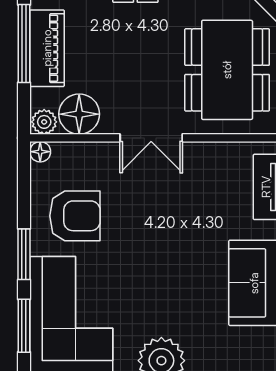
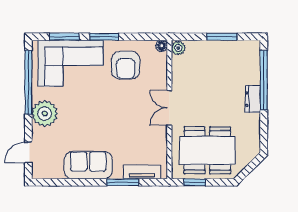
window: (24, 44) -> (222, 37), width x0.69
piano: (47, 48) -> (219, 50), removed
floor lamp: (79, 114) -> (183, 68), removed

